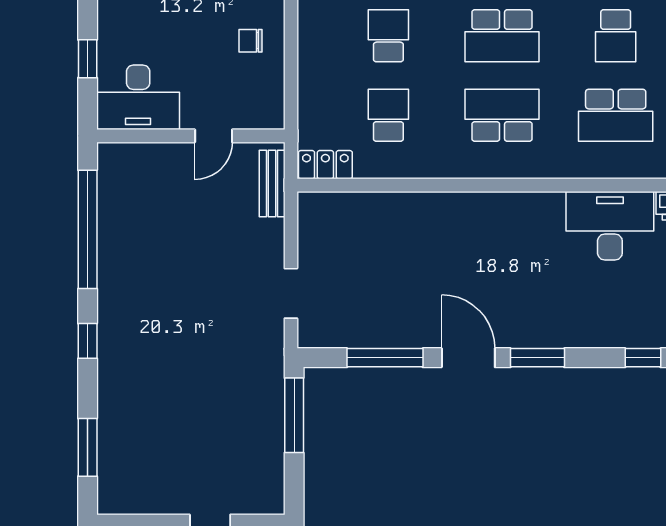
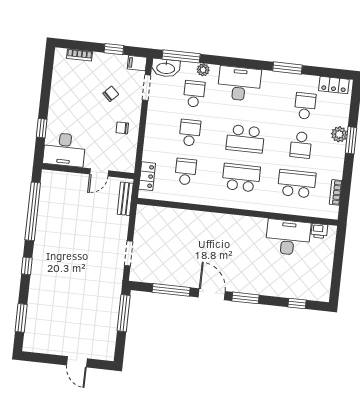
school desk: (616, 115) -> (297, 184), turned 180
locker: (325, 165) -> (147, 176), moved, turned 90

